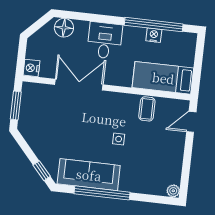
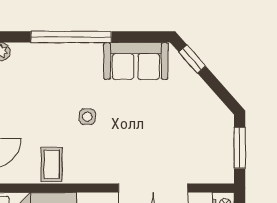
sofa: (89, 175) -> (136, 61), width x0.73
window: (102, 193) -> (71, 37), moved

